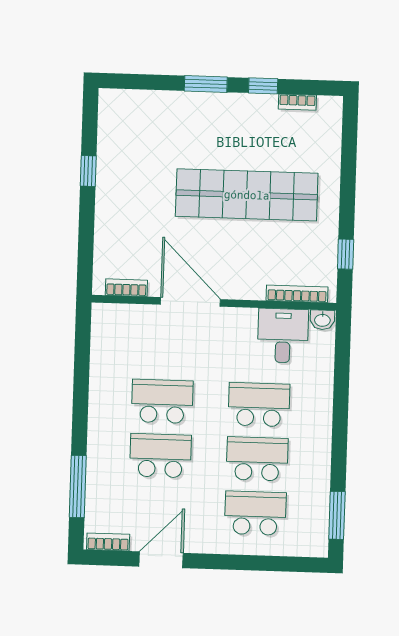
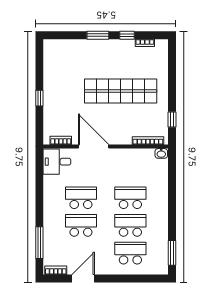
window: (88, 171) -> (39, 98), moved
desk: (283, 336) -> (57, 162), moved, turned -90

